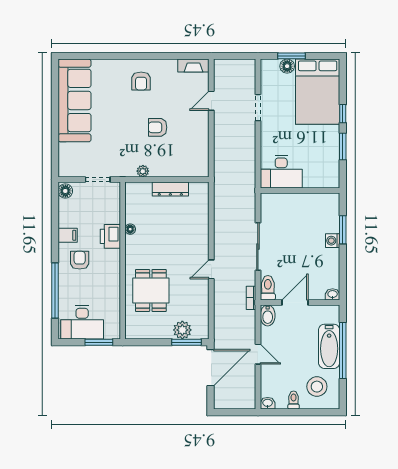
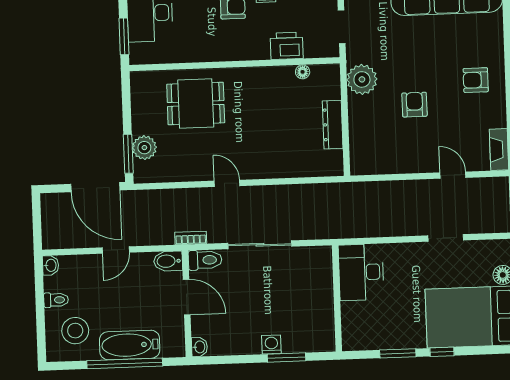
plant: (143, 171) -> (362, 79), width x1.88, depth x1.88
floor lamp: (130, 229) -> (303, 72), moved
printer: (110, 236) -> (287, 46), moved

